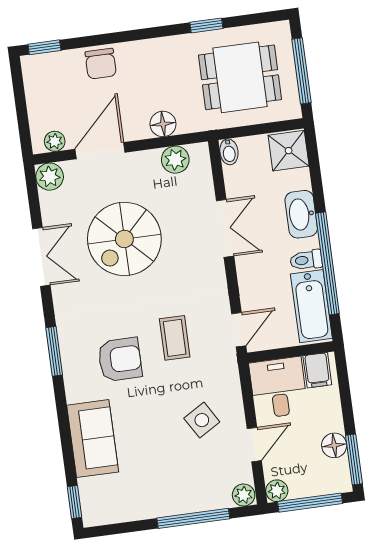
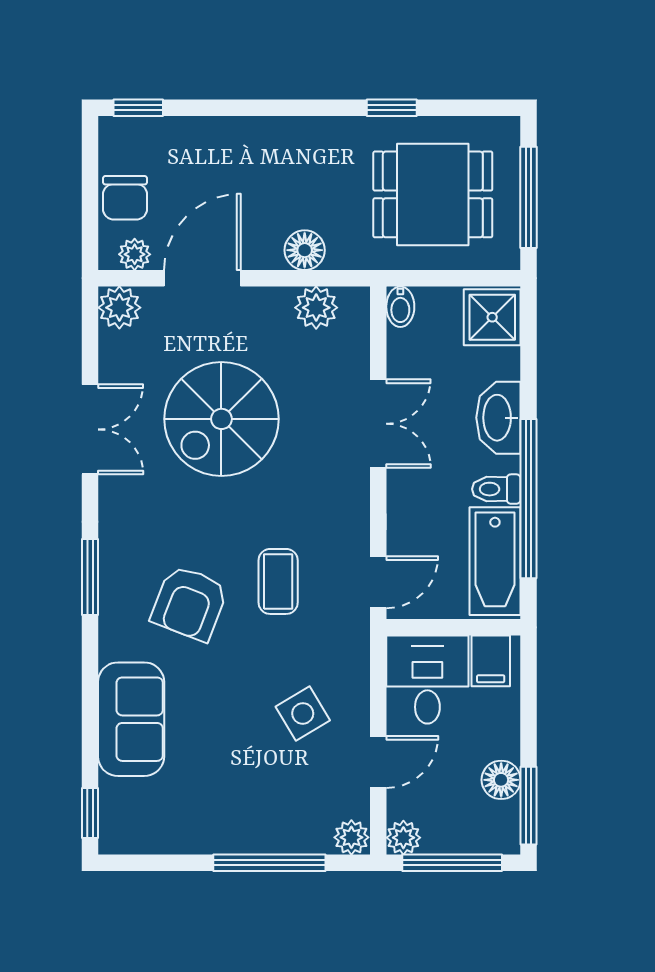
chair: (101, 64) -> (125, 198), moved
armchair: (120, 359) -> (189, 603), turned 111

